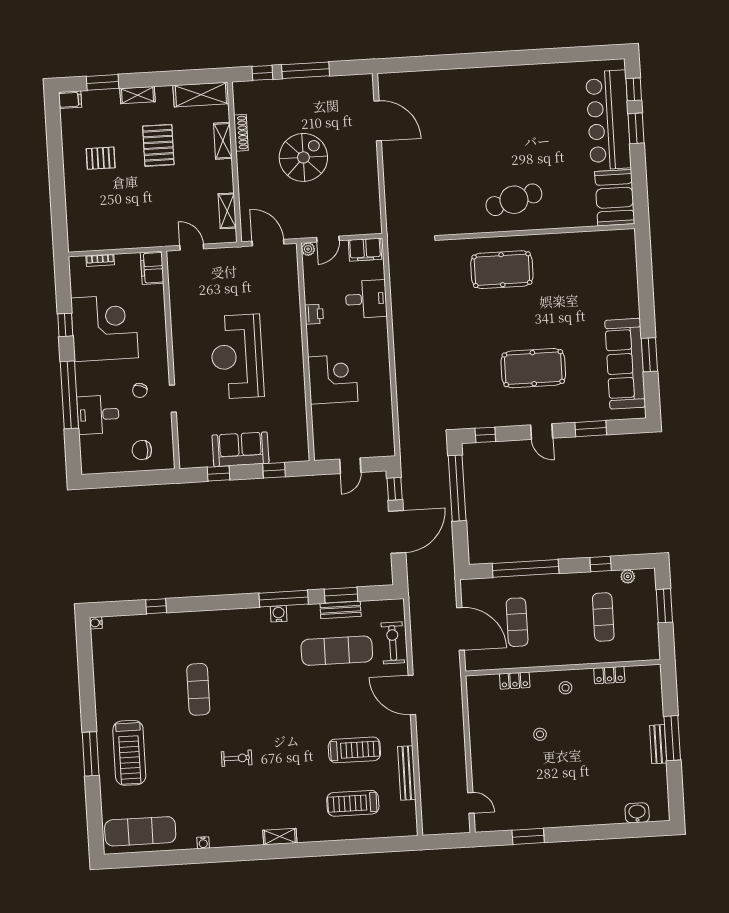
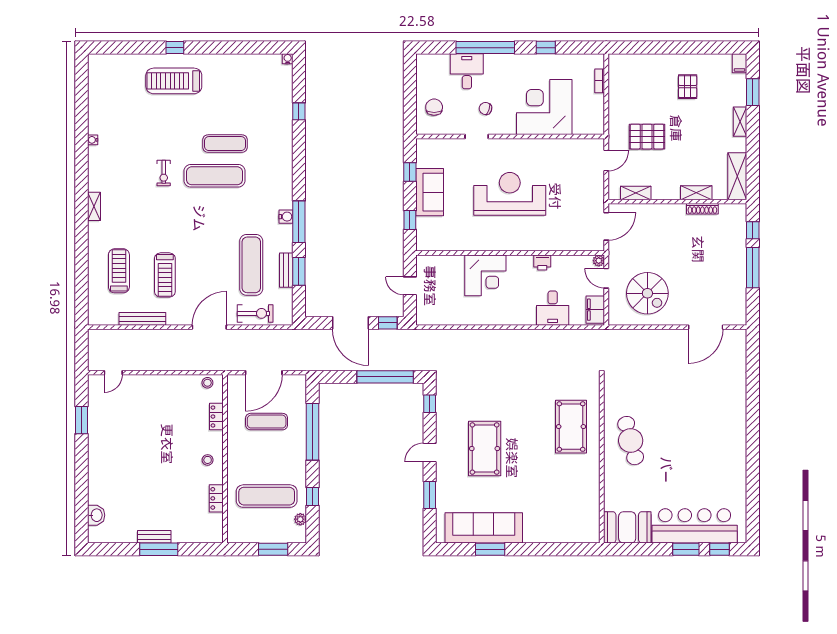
pallet: (158, 145) -> (647, 137), moved
spiral stairs: (303, 157) -> (647, 293), moved
filing cabinet: (152, 268) -> (591, 125), removed
corner desk: (105, 328) -> (544, 107), moved, turned 180
exercise mat: (603, 617) -> (267, 496), width x1.36, depth x1.45
stool: (540, 734) -> (207, 383), moved
window: (91, 754) -> (175, 48), width x0.46
exercise mat: (140, 831) -> (214, 176), moved, turned 90

